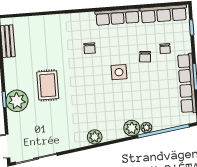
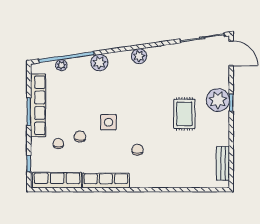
plant: (146, 128) -> (61, 65), moved

